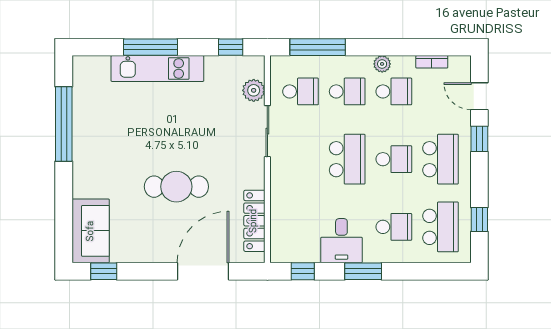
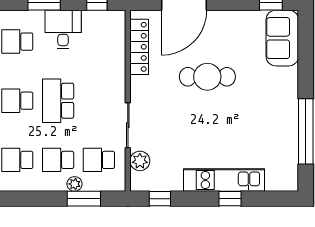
window: (150, 47) -> (230, 199), width x0.46
window: (318, 47) -> (84, 199), width x0.69
plant: (382, 64) -> (75, 184), moved

